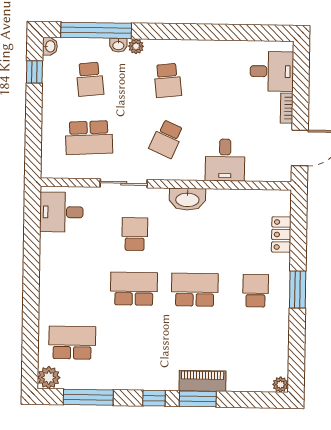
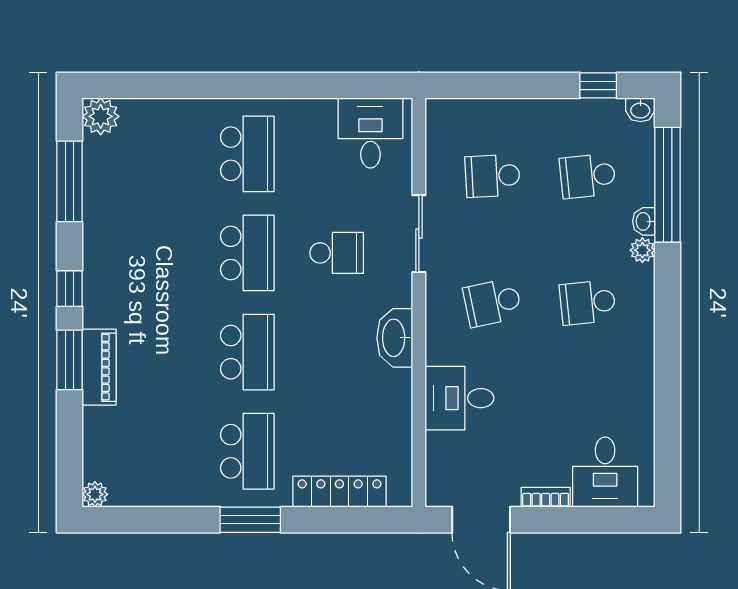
school desk: (89, 138) -> (493, 176), width x0.54
school desk: (167, 139) -> (493, 303), turned -36
locker: (281, 235) -> (339, 492), width x1.53
school desk: (256, 291) -> (247, 451), width x1.85
school desk: (72, 343) -> (247, 154), moved

